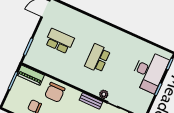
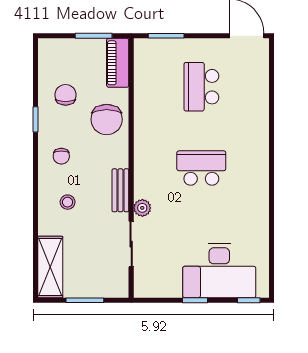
school desk: (59, 41) -> (201, 87), turned 180
chair: (55, 92) -> (107, 119), turned -90

